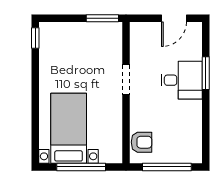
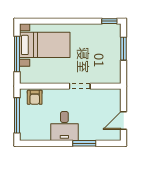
window: (102, 18) -> (124, 49), moved
door: (174, 18) -> (124, 121), hinge flipped
desk: (182, 80) -> (64, 126), moved

